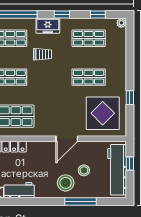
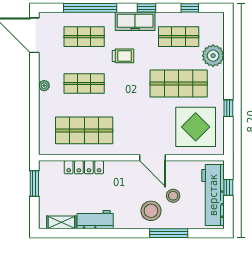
plant: (121, 23) -> (213, 56), moved, width x1.87, depth x1.87
freezer: (48, 26) -> (135, 21), width x1.40
shop shelf: (89, 77) -> (179, 83), width x1.43, depth x1.36
door: (67, 139) -> (153, 158), hinge flipped

